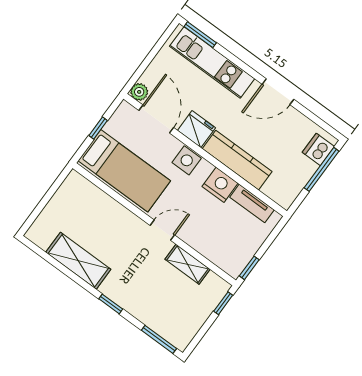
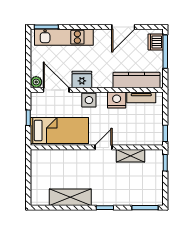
door: (278, 92) -> (123, 27), moved
kitchen counter: (237, 160) -> (137, 80), moved

